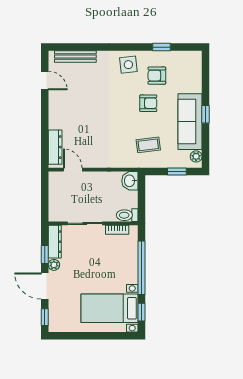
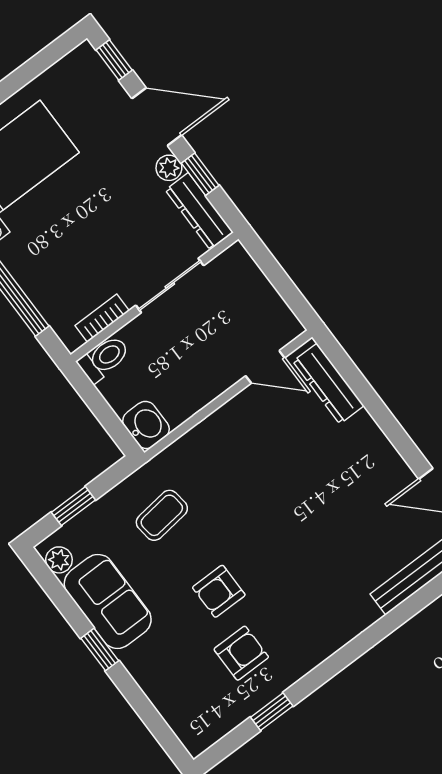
side table: (128, 65) -> (308, 634), removed
sofa: (190, 122) -> (108, 601), width x0.73

